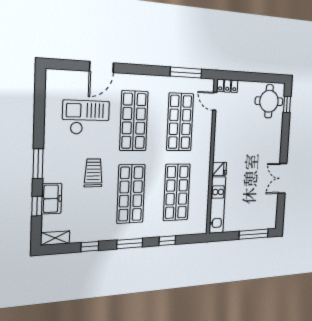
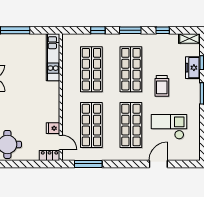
checkout: (86, 117) -> (169, 127), turned 180
fridge: (219, 169) -> (53, 128), moved

